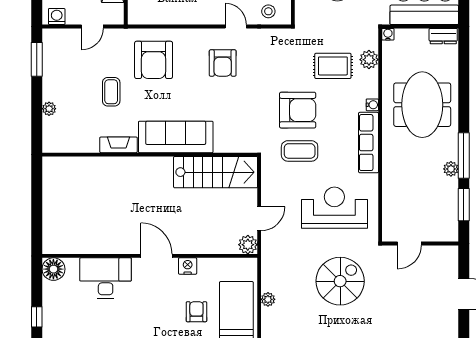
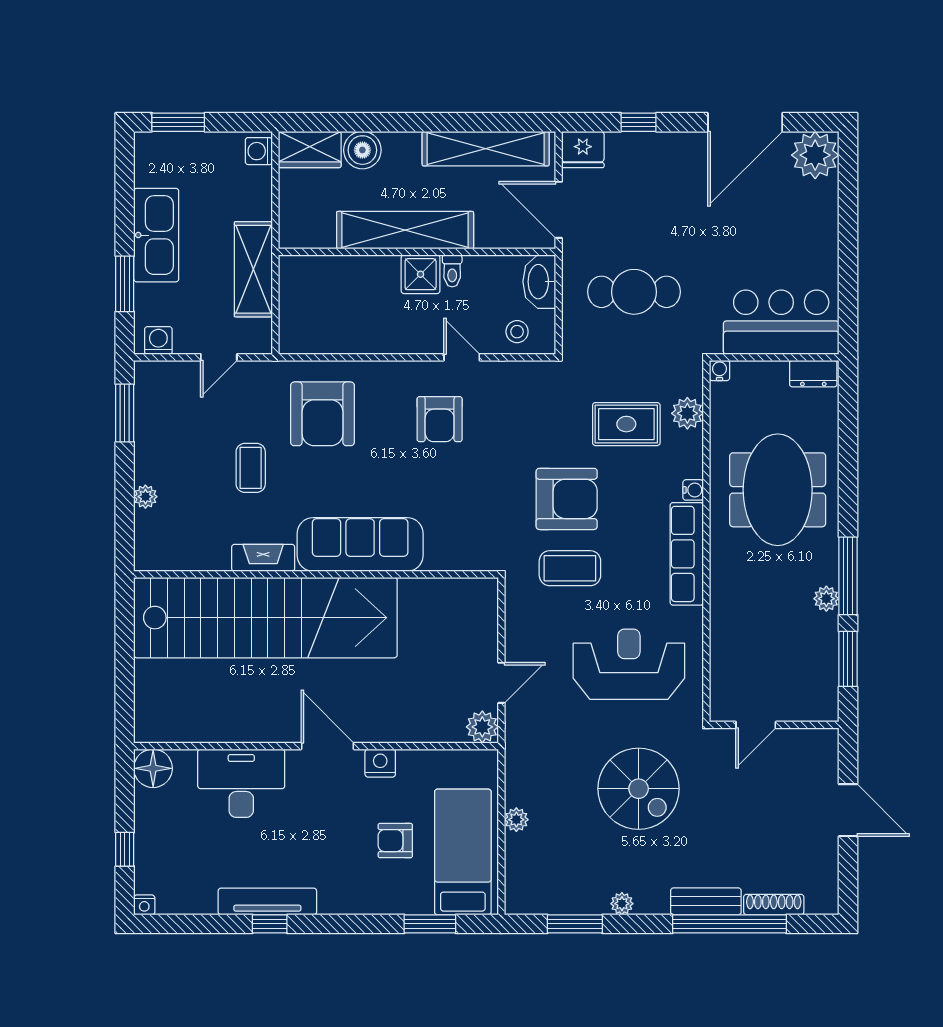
stairs: (216, 172) -> (265, 618), moved, width x1.86, depth x1.51
spiral stairs: (340, 281) -> (639, 789), turned 90
armchair: (196, 312) -> (395, 841), turned -90

